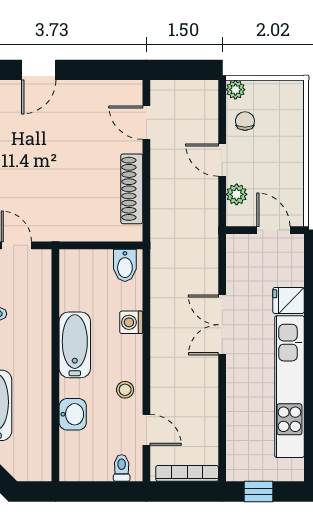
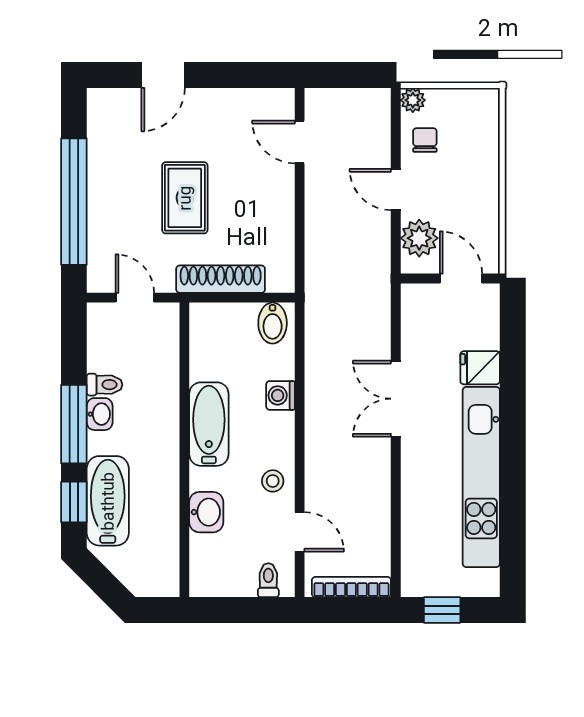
rug: (56, 167) -> (185, 198), added
shoe rack: (132, 189) -> (221, 279), moved, turned 90
plant: (237, 194) -> (419, 238), width x1.38, depth x1.38

